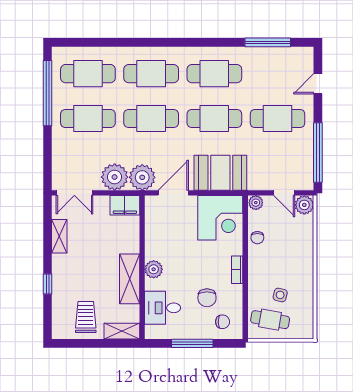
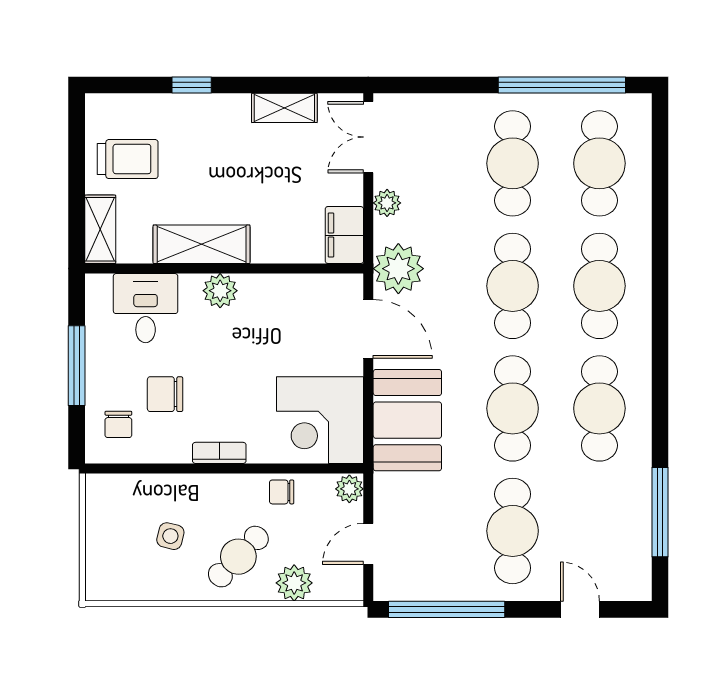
plant: (115, 177) -> (387, 203), width x0.53, depth x0.53
plant: (304, 205) -> (294, 583), moved
cafe table: (270, 320) -> (238, 557), moved, turned 34

